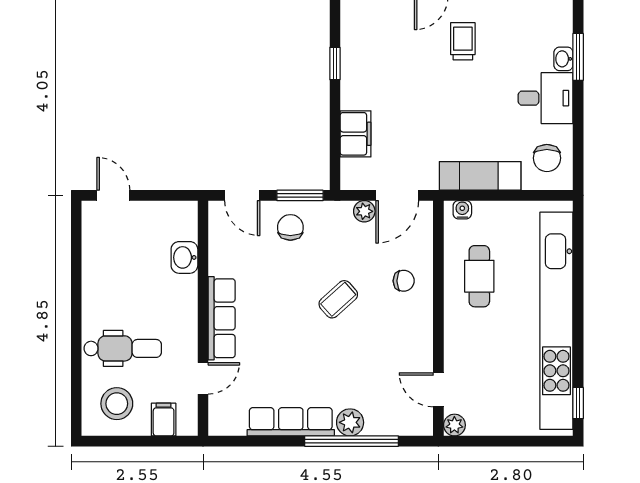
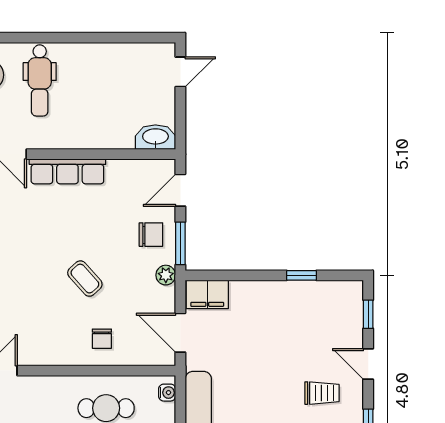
filing cabinet: (356, 134) -> (207, 294), moved
plant: (364, 211) -> (166, 275), moved
washbasin: (184, 257) -> (155, 137), moved, width x1.38

